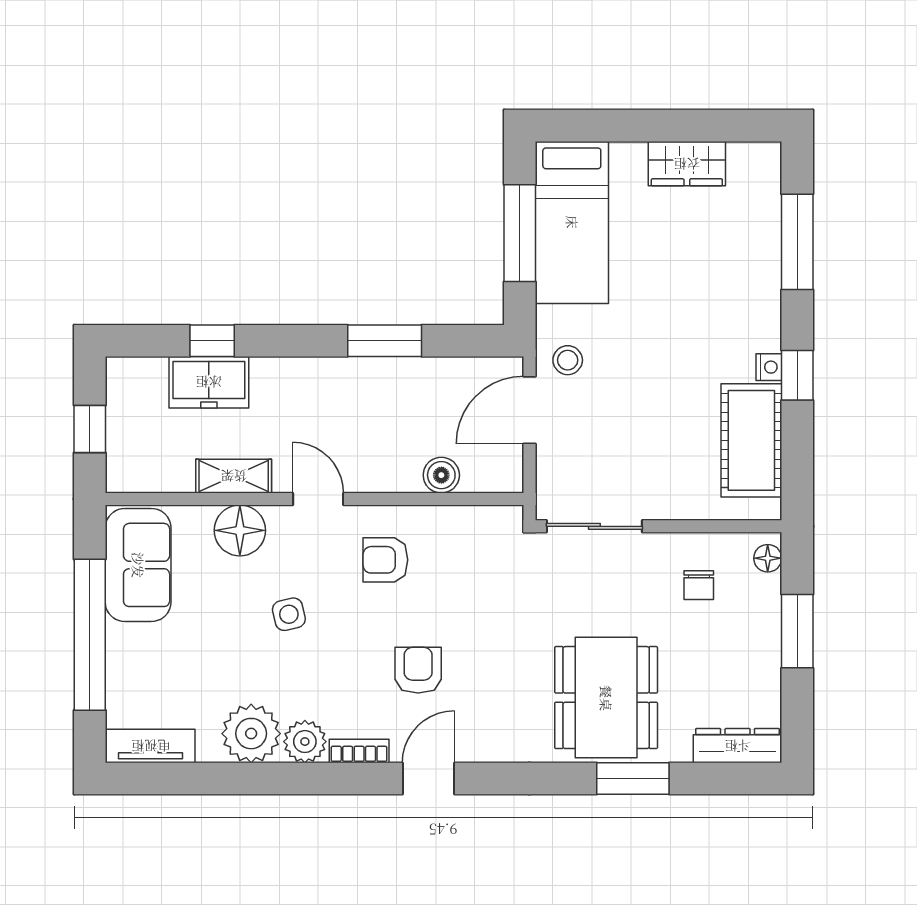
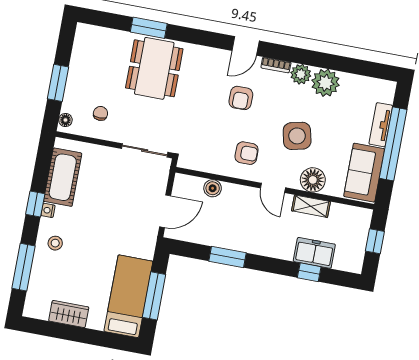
stool: (568, 360) -> (55, 243), moved
side table: (289, 614) -> (297, 136), width x1.87, depth x1.87
tv unit: (151, 746) -> (381, 125), moved, turned 90
dresser: (738, 746) -> (96, 34), removed

